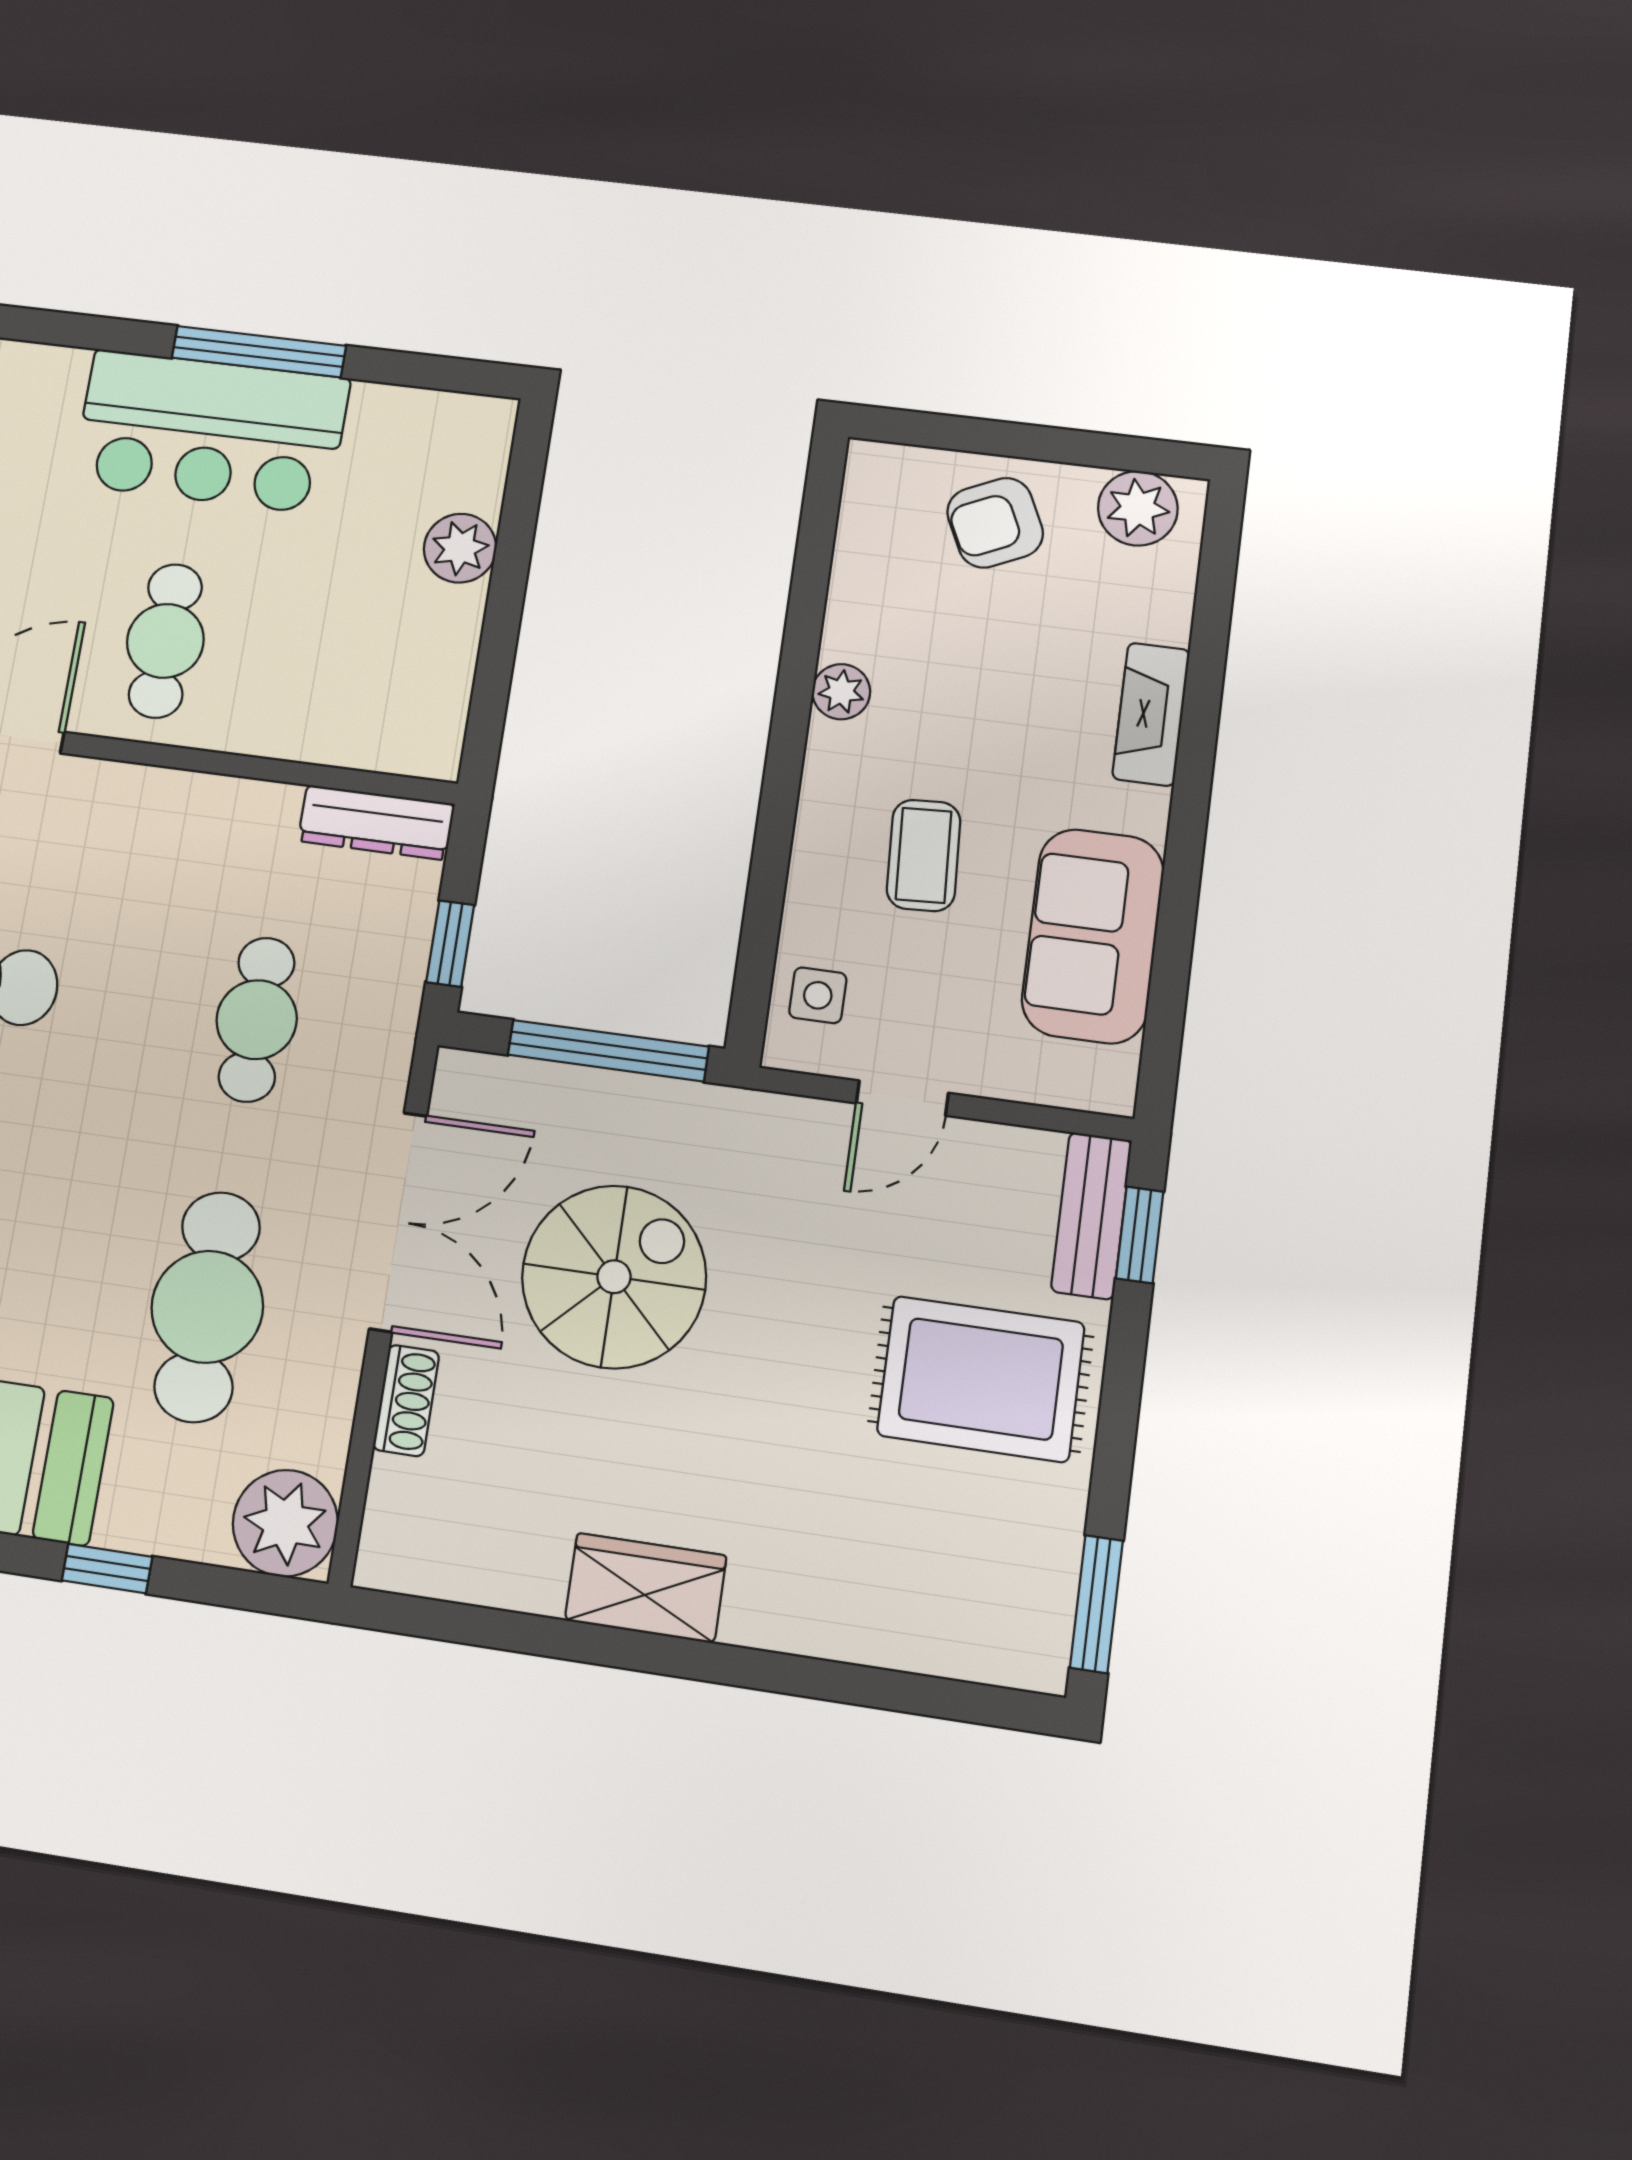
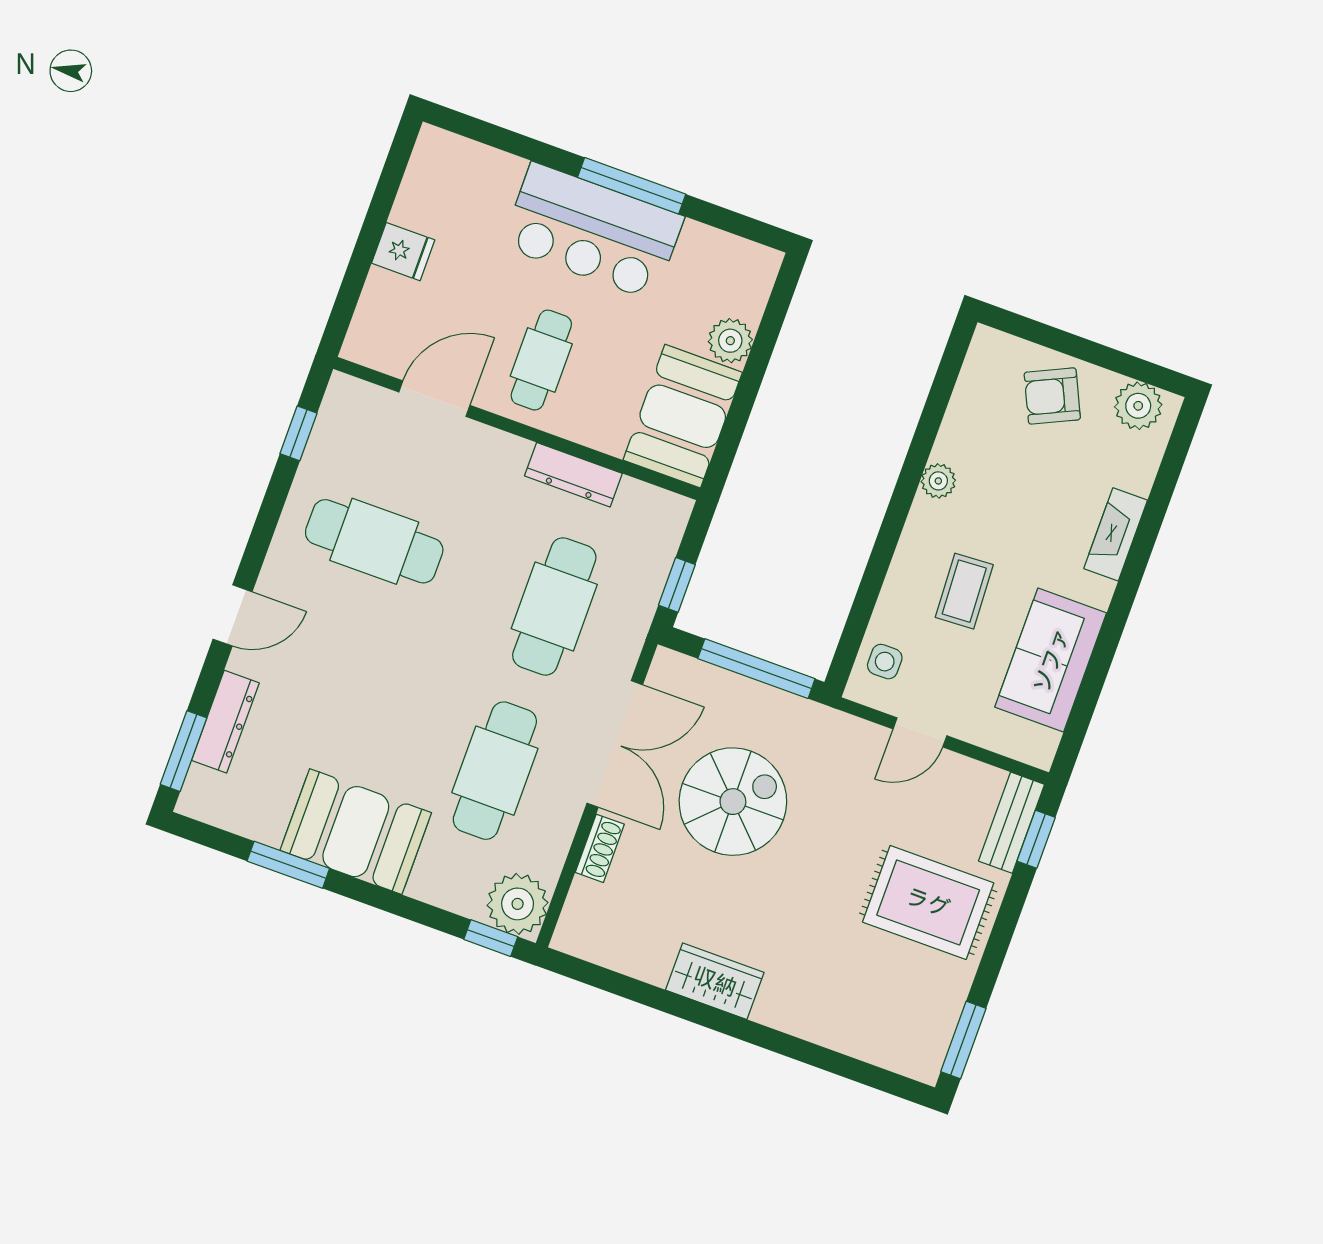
booth: (407, 679) -> (683, 416), added
dresser: (376, 822) -> (573, 475), moved
cafe table: (257, 1020) -> (554, 606), width x1.37, depth x1.35
window: (107, 1569) -> (491, 938), moved

